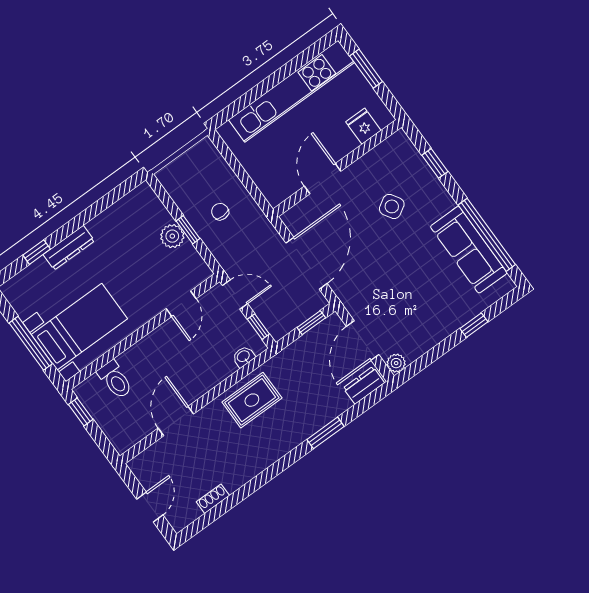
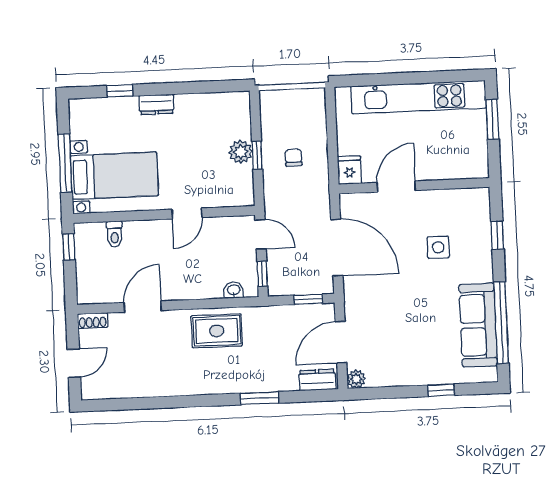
fridge: (363, 126) -> (349, 170), moved
side table: (392, 206) -> (438, 247), turned 31
dresser: (69, 248) -> (156, 104), width x0.70
door: (306, 263) -> (337, 248), hinge flipped
door: (181, 304) -> (187, 213), moved
toilet: (115, 380) -> (115, 234), width x0.73, depth x0.72
shoe rack: (213, 499) -> (93, 320), moved, turned 180

